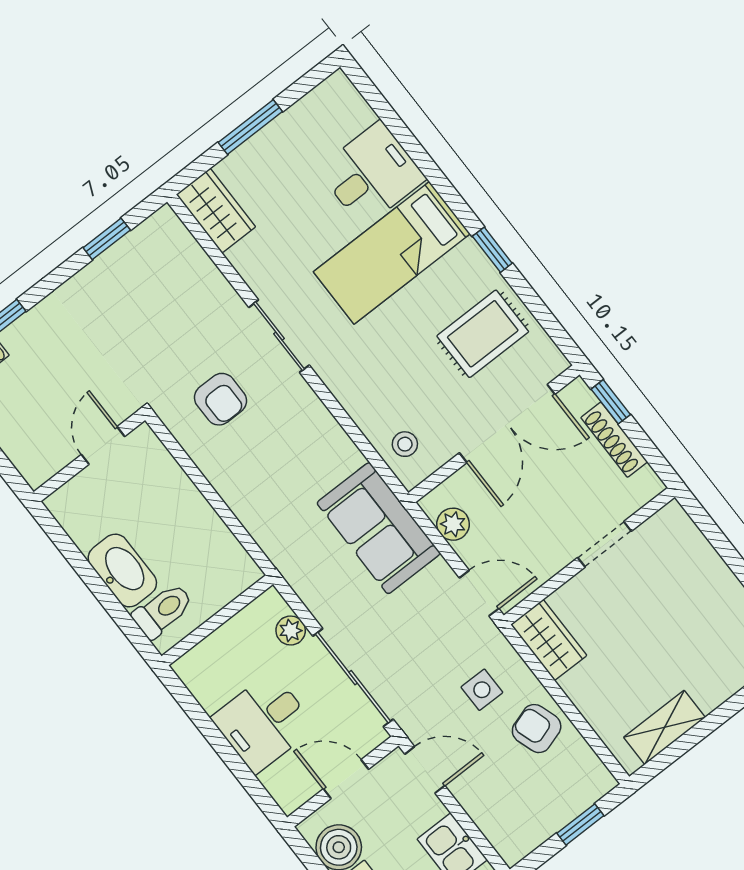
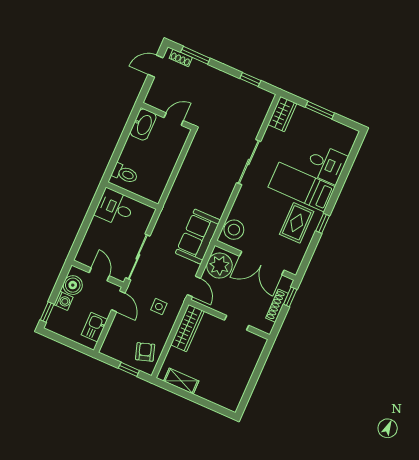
rug: (483, 334) -> (297, 223), moved, turned 90
sliding door: (279, 336) -> (249, 162), width x1.37
armchair: (220, 399) -> (214, 153), removed
stool: (405, 444) -> (234, 230), width x1.89, depth x1.89
plant: (453, 524) -> (219, 266), width x1.87, depth x1.87
washbasin: (122, 571) -> (143, 125), moved
plant: (291, 630) -> (143, 225), removed
wardrobe: (549, 640) -> (187, 328), width x1.50
desk: (263, 722) -> (115, 207), moved
armchair: (537, 729) -> (145, 352), moved

